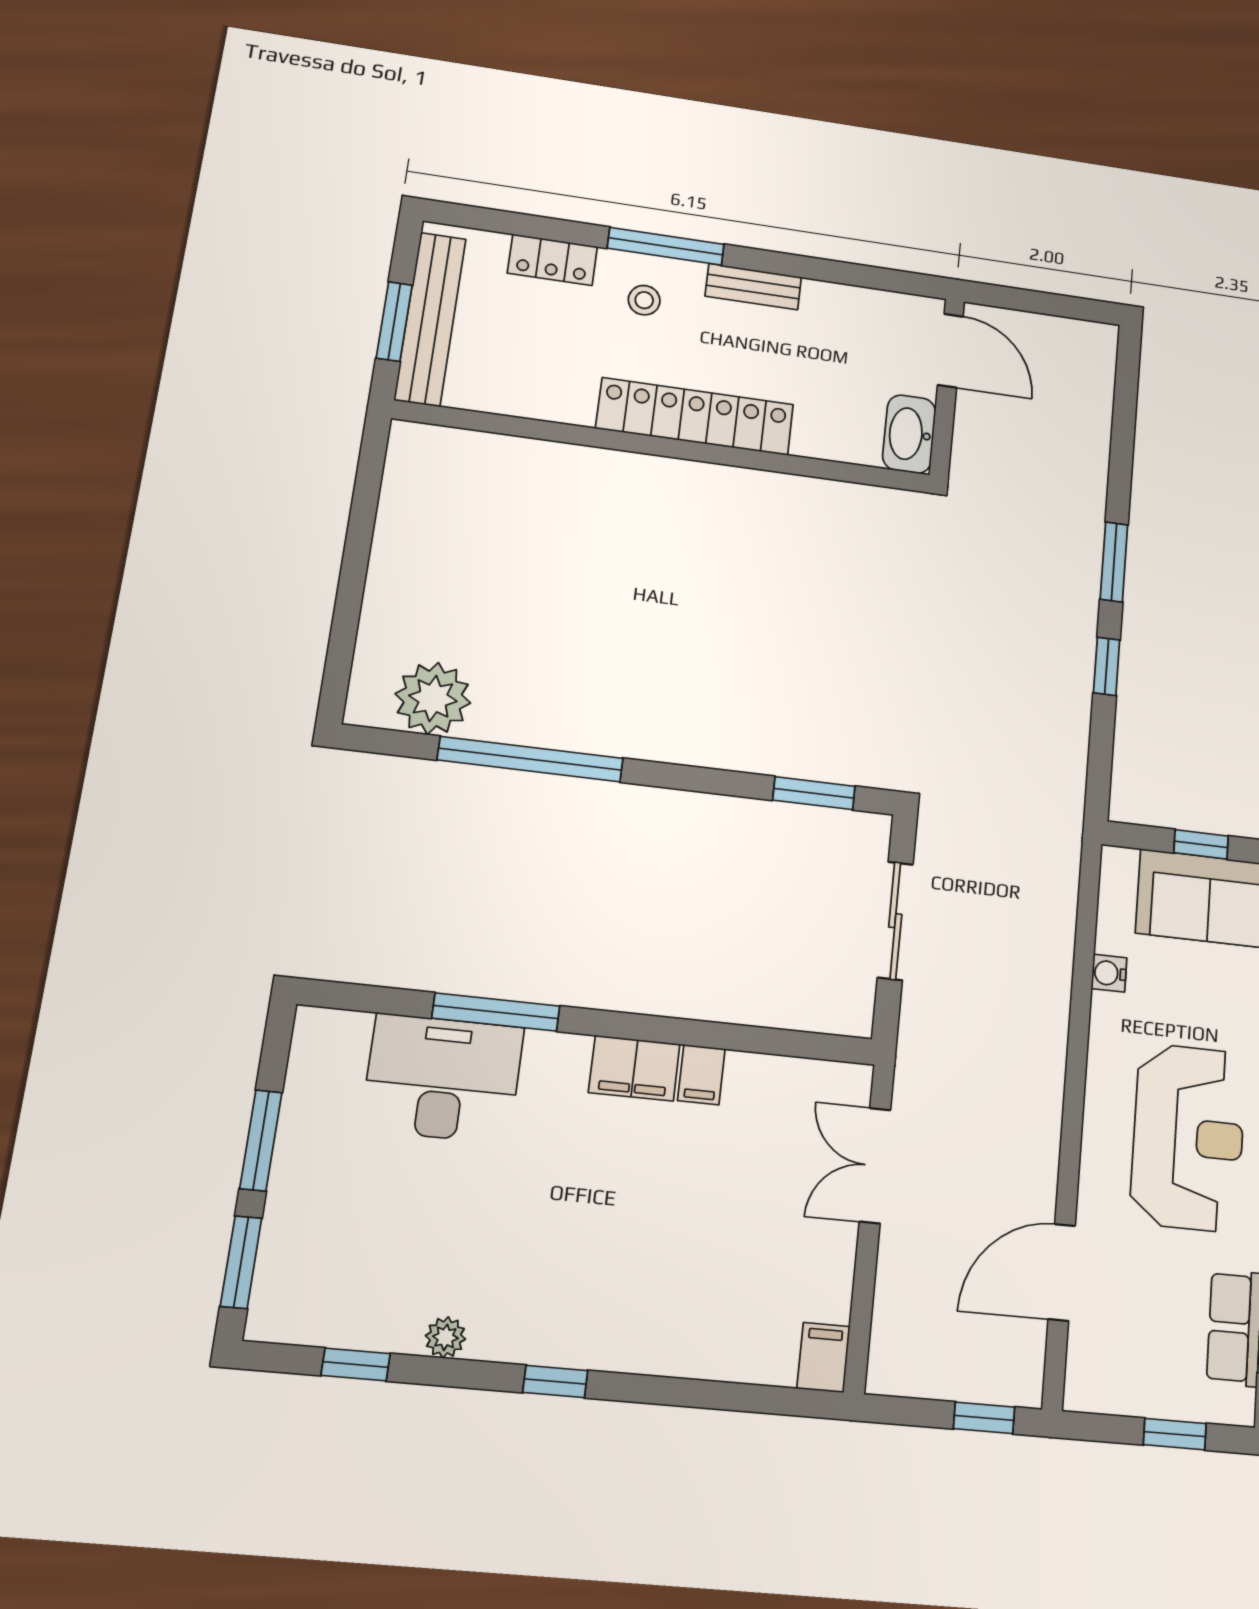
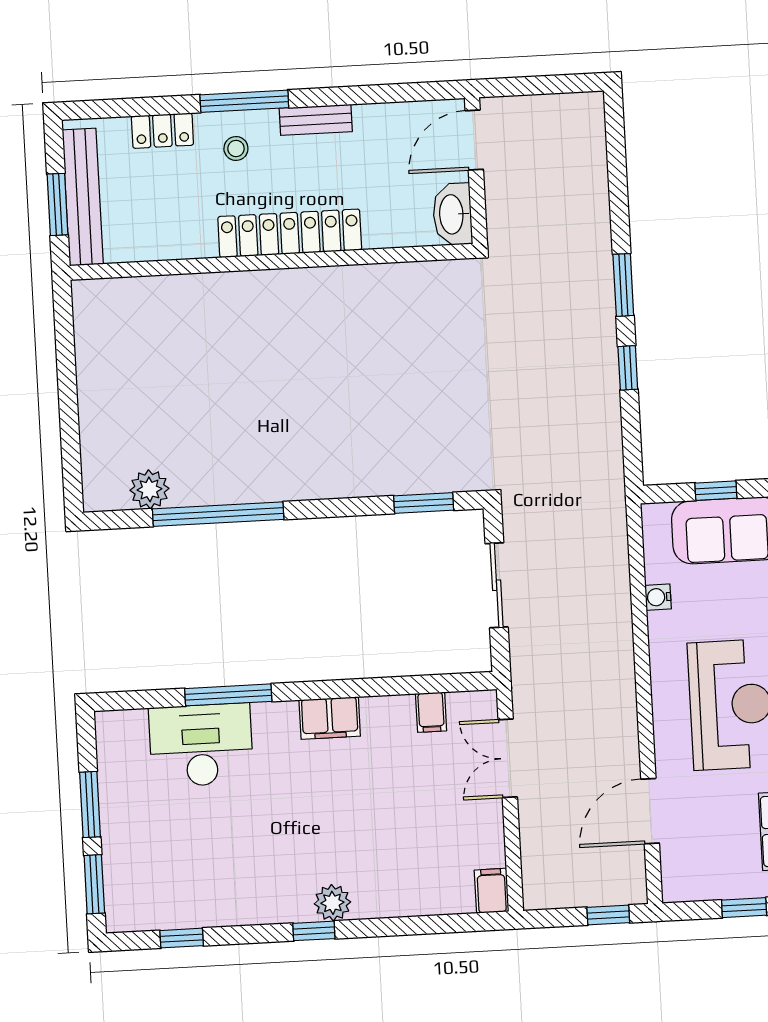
door: (950, 351) -> (474, 140), swing flipped
plant: (433, 698) -> (149, 489), width x0.73, depth x0.73
filing cabinet: (701, 1075) -> (431, 712), moved
plant: (445, 1337) -> (332, 903), moved, width x1.38, depth x1.38

